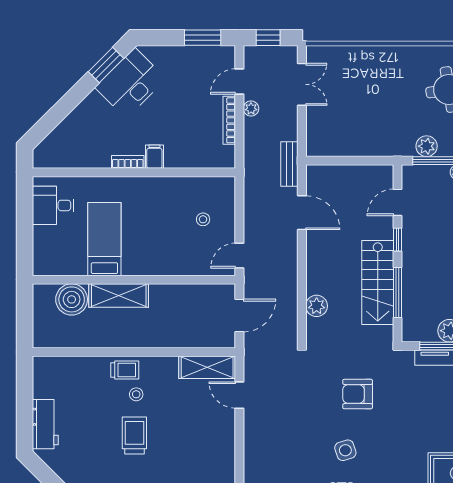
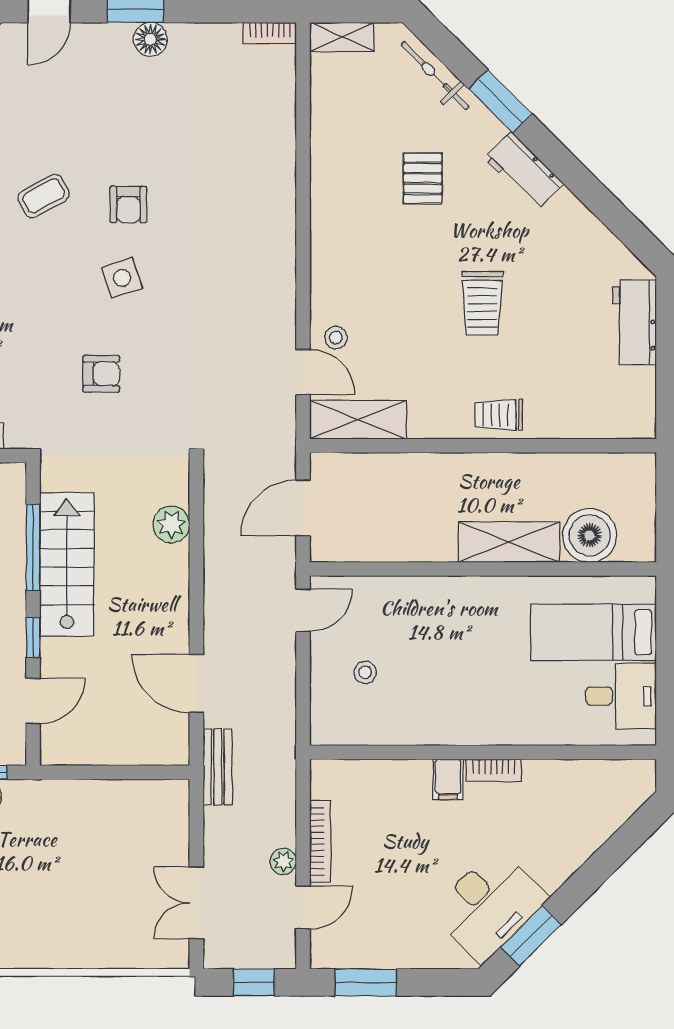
bed: (104, 239) -> (594, 632), moved, turned 90
stool: (136, 394) -> (336, 338), moved
armchair: (358, 394) -> (101, 374), width x0.72, depth x0.72

